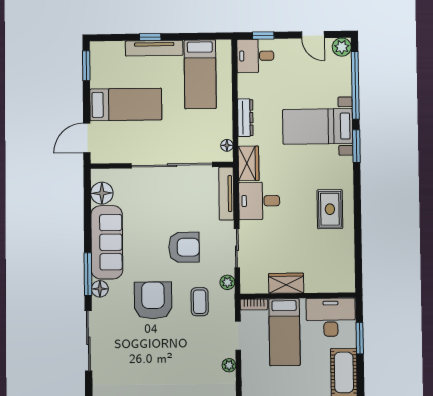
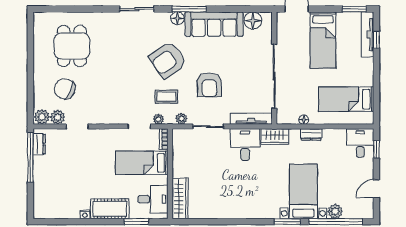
window: (150, 37) -> (376, 40), moved
plant: (342, 47) -> (335, 211), moved
tv unit: (154, 48) -> (368, 35), moved
dresser: (245, 118) -> (311, 134), width x0.70
floor lamp: (227, 145) -> (304, 120), moved
rug: (330, 209) -> (238, 200), removed
wardrobe: (286, 283) -> (180, 198), moved, width x1.50
armchair: (153, 300) -> (168, 60), turned 145
desk: (331, 317) -> (153, 199), width x0.73
sliding door: (88, 341) -> (137, 9), width x0.73
plant: (229, 365) -> (158, 119), moved

